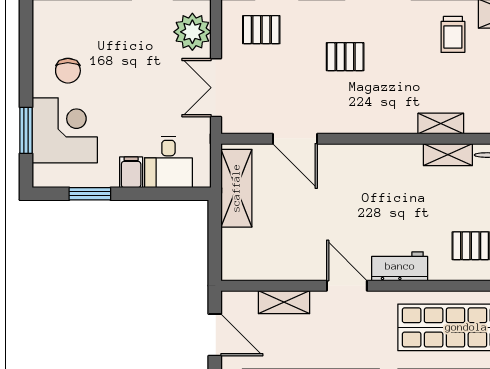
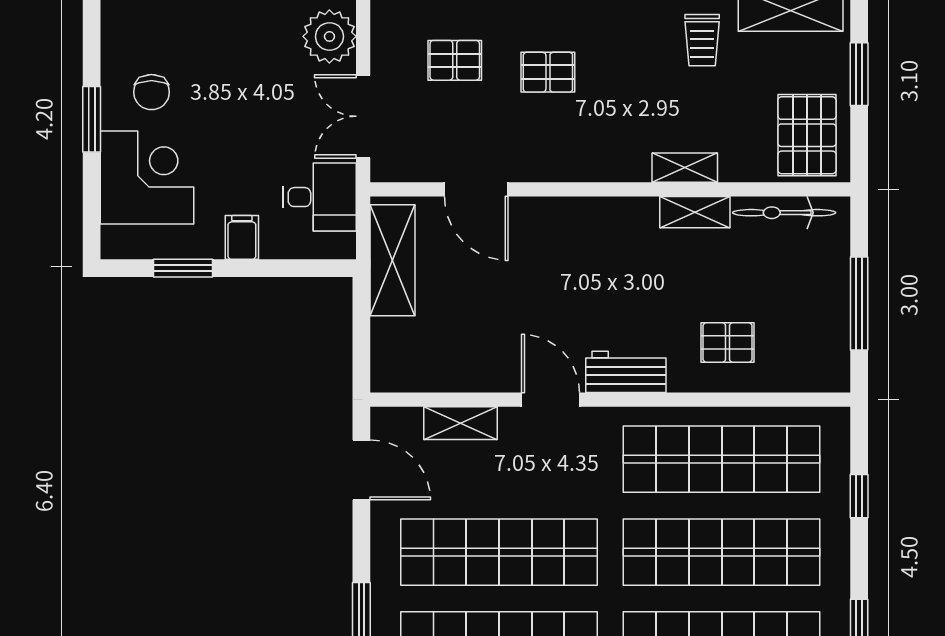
pallet: (261, 30) -> (455, 60), moved
window: (26, 130) -> (92, 119), moved
desk: (168, 162) -> (319, 197), moved, turned -90

